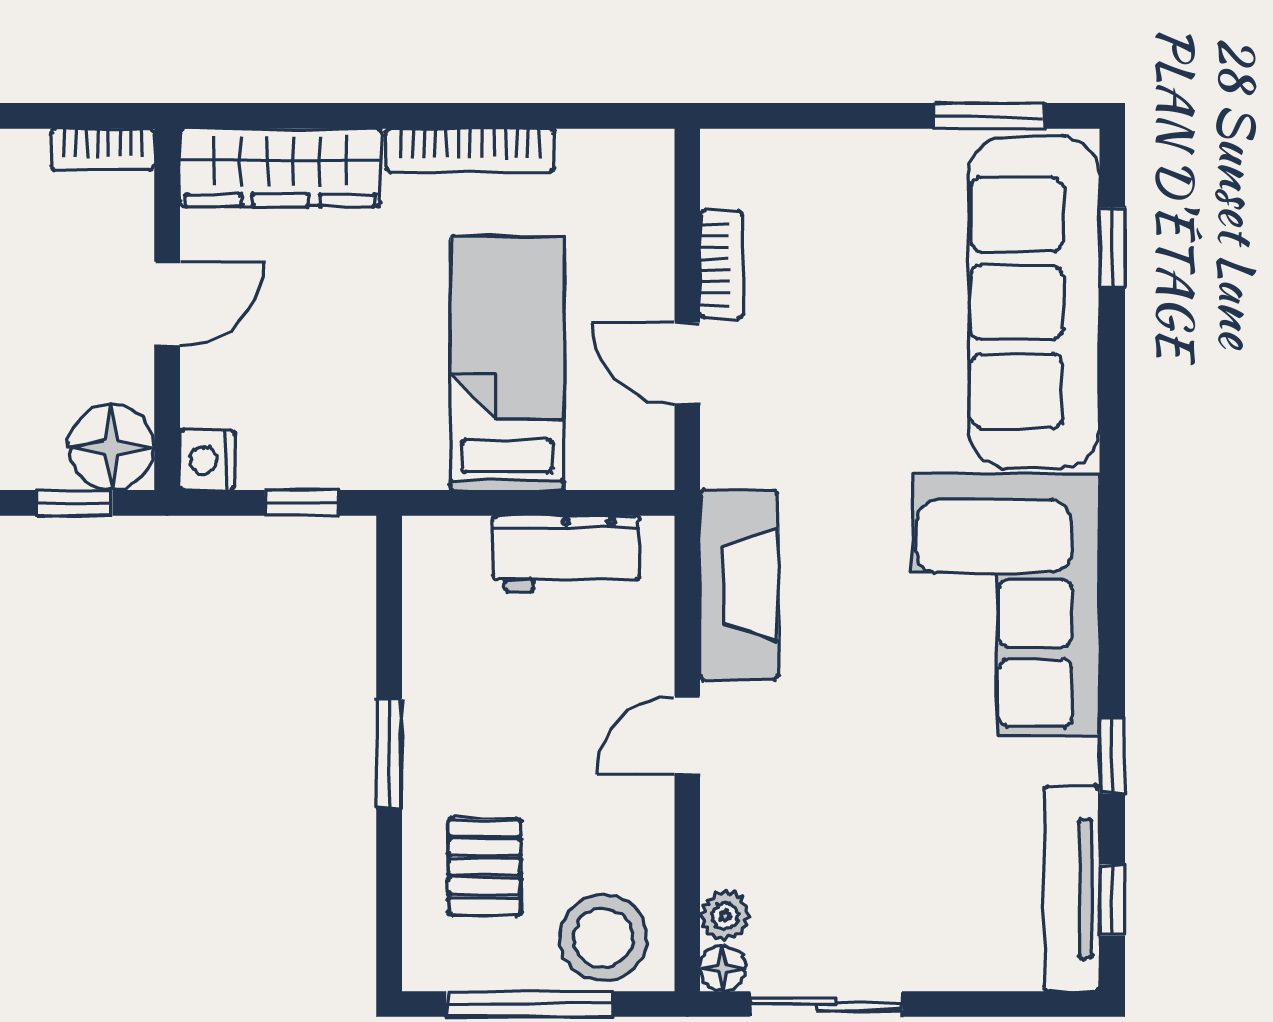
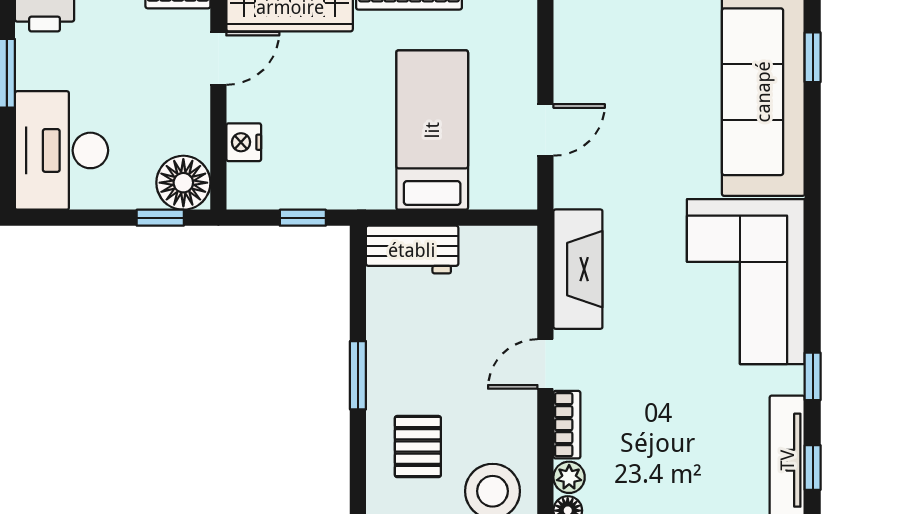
bookcase: (721, 265) -> (567, 425), moved
door: (167, 304) -> (218, 58), moved
door: (687, 363) -> (545, 130), swing flipped
nightstand: (208, 460) -> (244, 142), moved
workbench: (566, 554) -> (412, 250), moved

